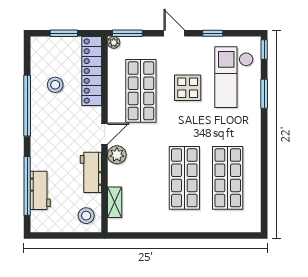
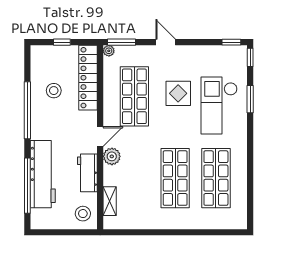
window: (64, 33) -> (62, 42), width x0.67
window: (213, 33) -> (231, 42), moved
checkout: (234, 77) -> (219, 105), moved
workbench: (40, 190) -> (43, 174), width x1.88, depth x1.32

